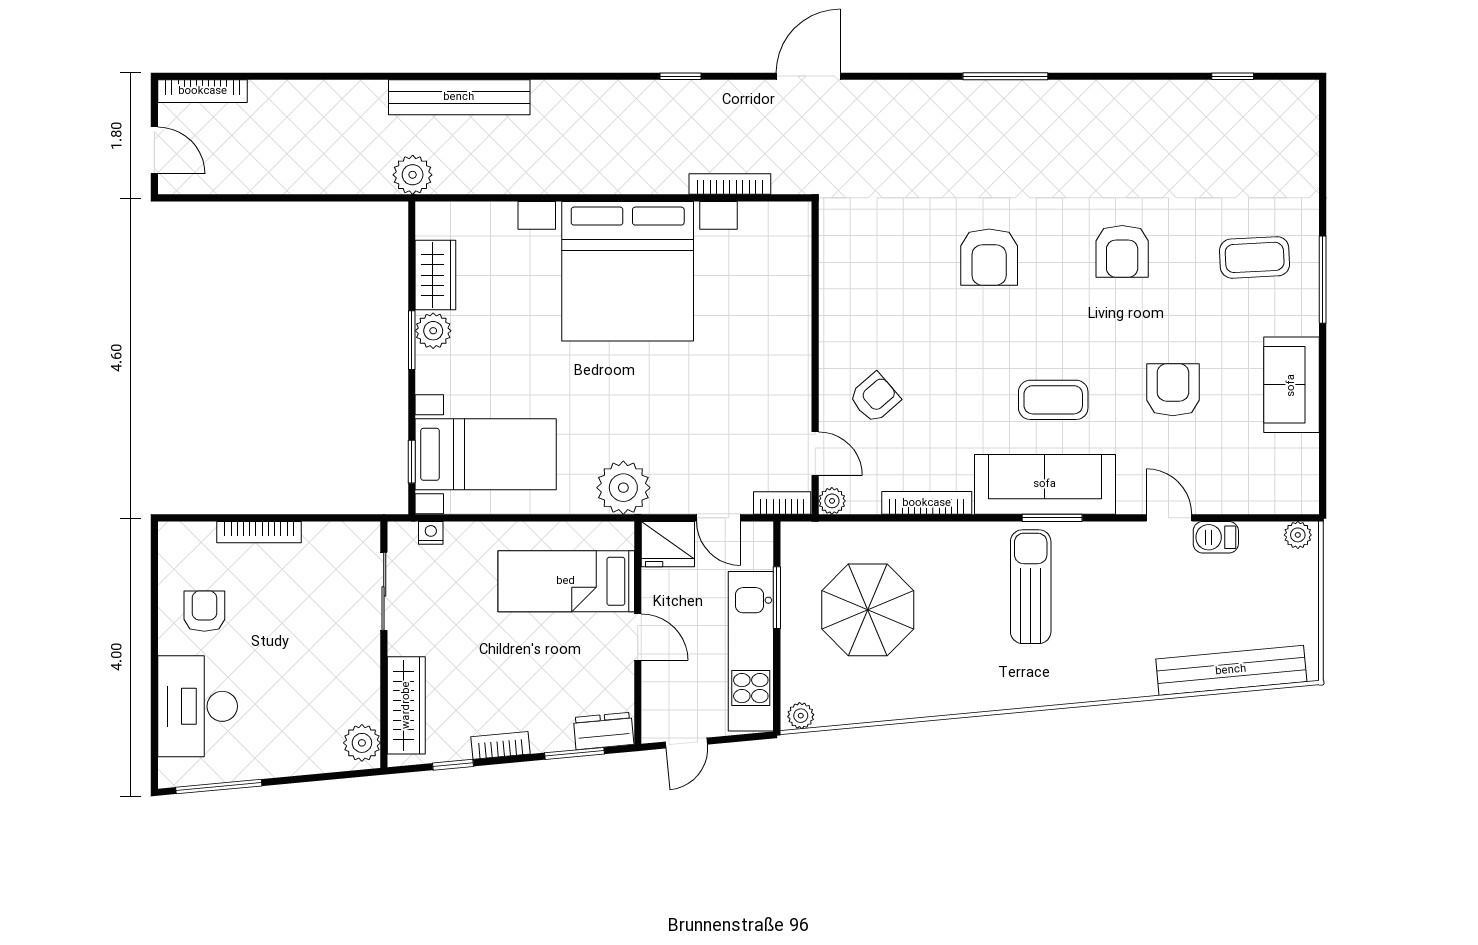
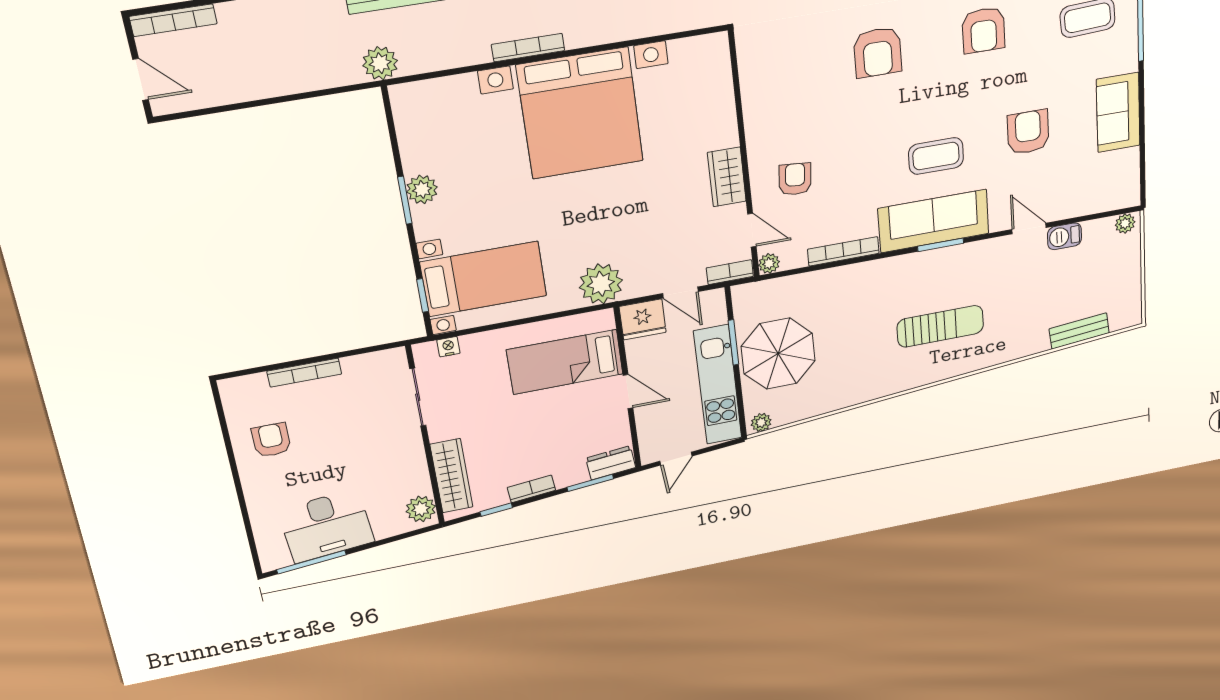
bookcase: (730, 184) -> (528, 48), moved
wardrobe: (435, 275) -> (727, 177), moved, turned 180
armchair: (875, 398) -> (795, 179), turned -44
sun lounger: (1031, 587) -> (940, 326), moved, turned 90
parasol: (868, 610) -> (778, 354), moved
bench: (1231, 670) -> (1079, 331), width x0.54, depth x0.82
desk: (198, 706) -> (326, 526), moved, turned -95

